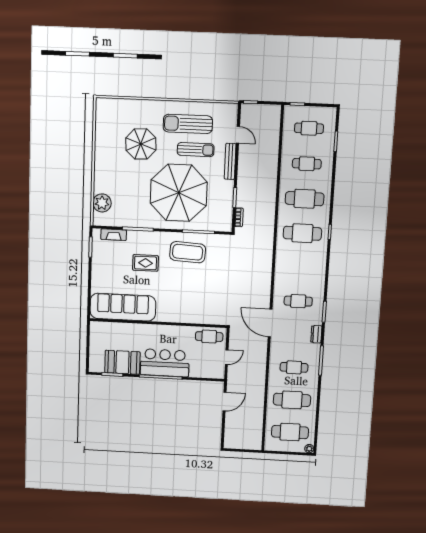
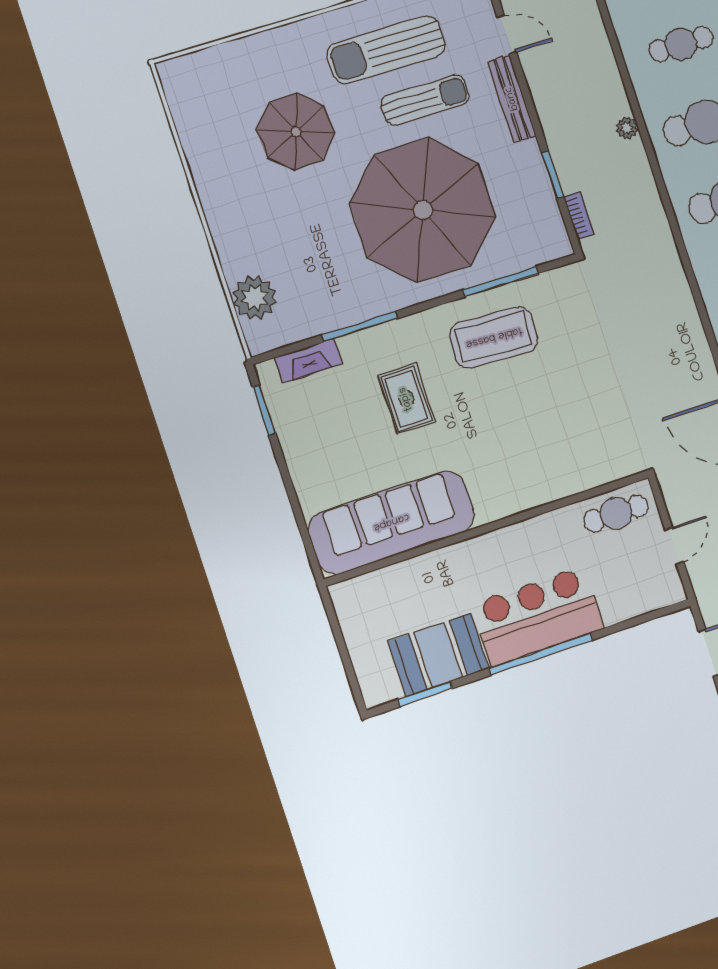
plant: (272, 190) -> (627, 128), added
rug: (145, 263) -> (406, 399), turned 90

